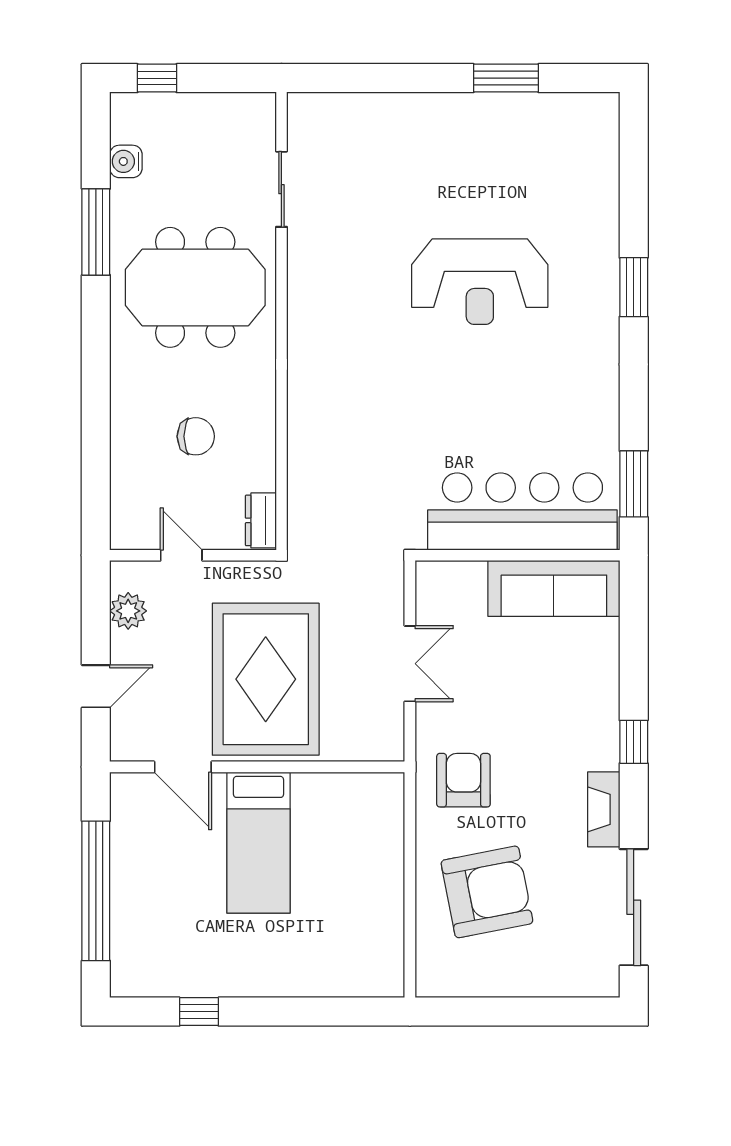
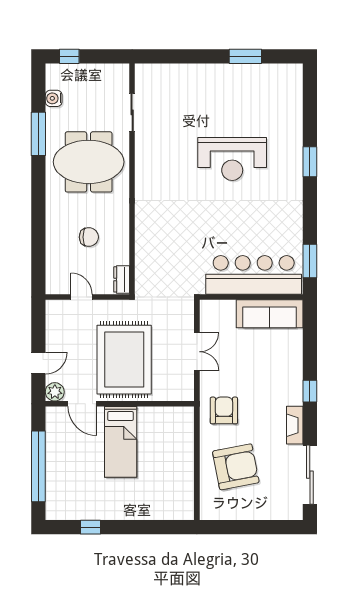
plant: (128, 611) -> (55, 392), moved

